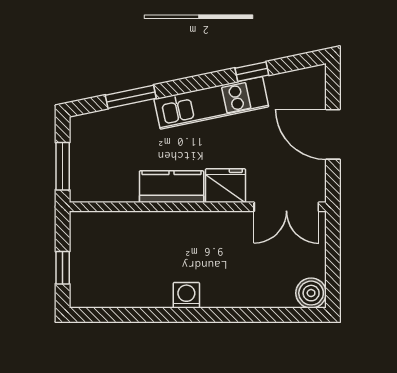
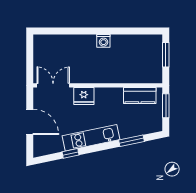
kitchen counter: (172, 187) -> (140, 95), moved
window: (63, 268) -> (166, 55), width x1.50
boiler: (311, 293) -> (41, 42), removed

